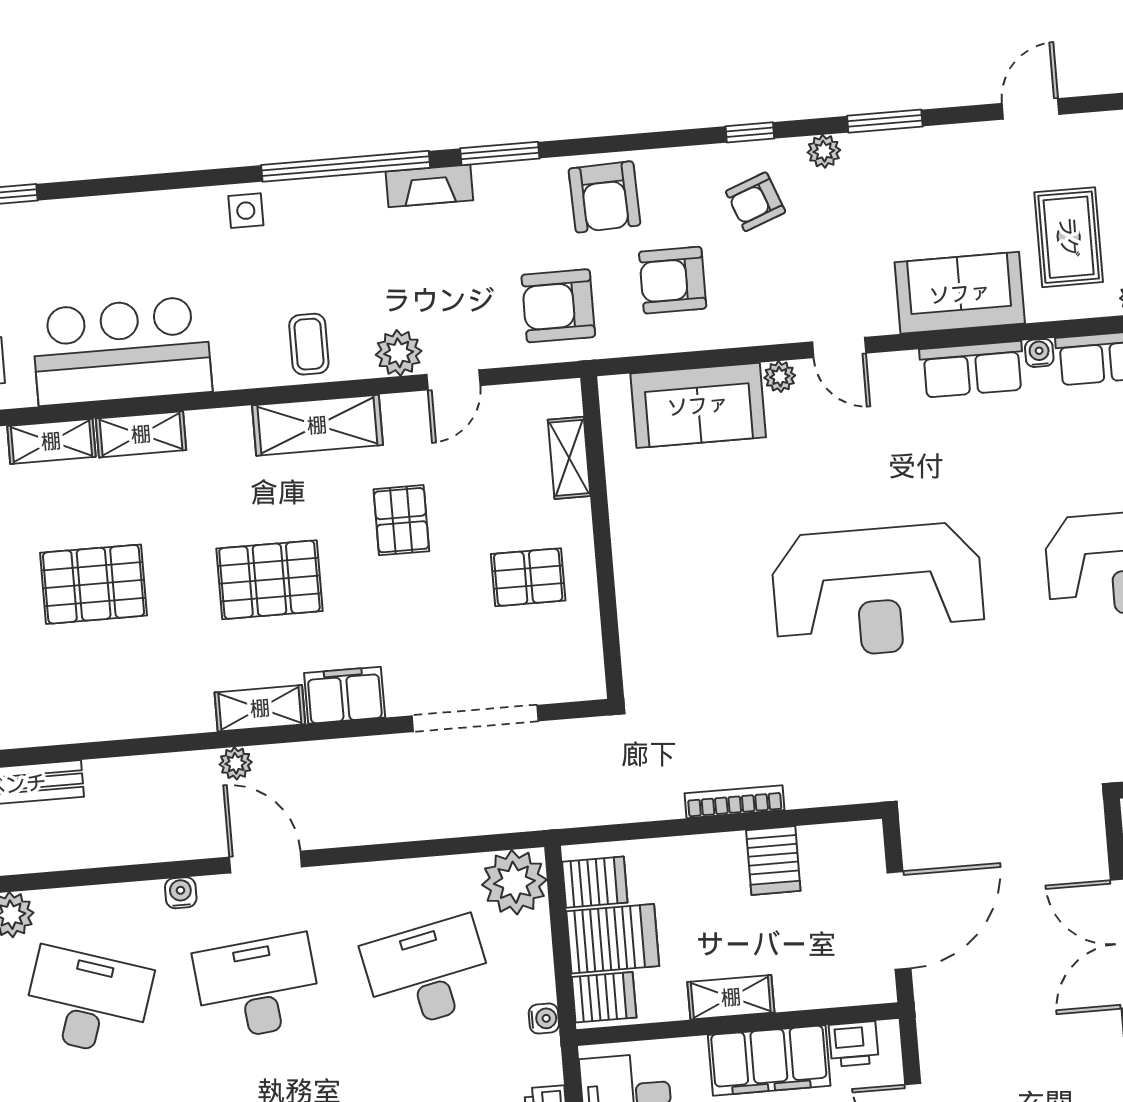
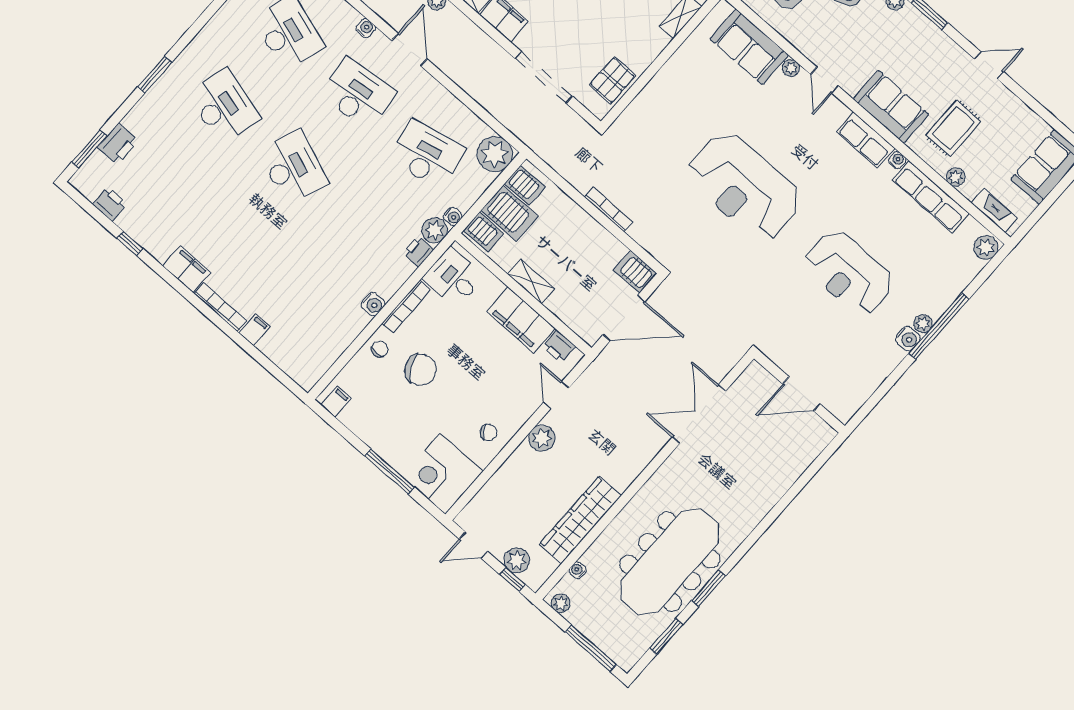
pallet: (528, 577) -> (613, 80), moved, turned 90
server rack: (773, 860) -> (635, 272), moved, turned 90
plant: (539, 1060) -> (435, 230), added

